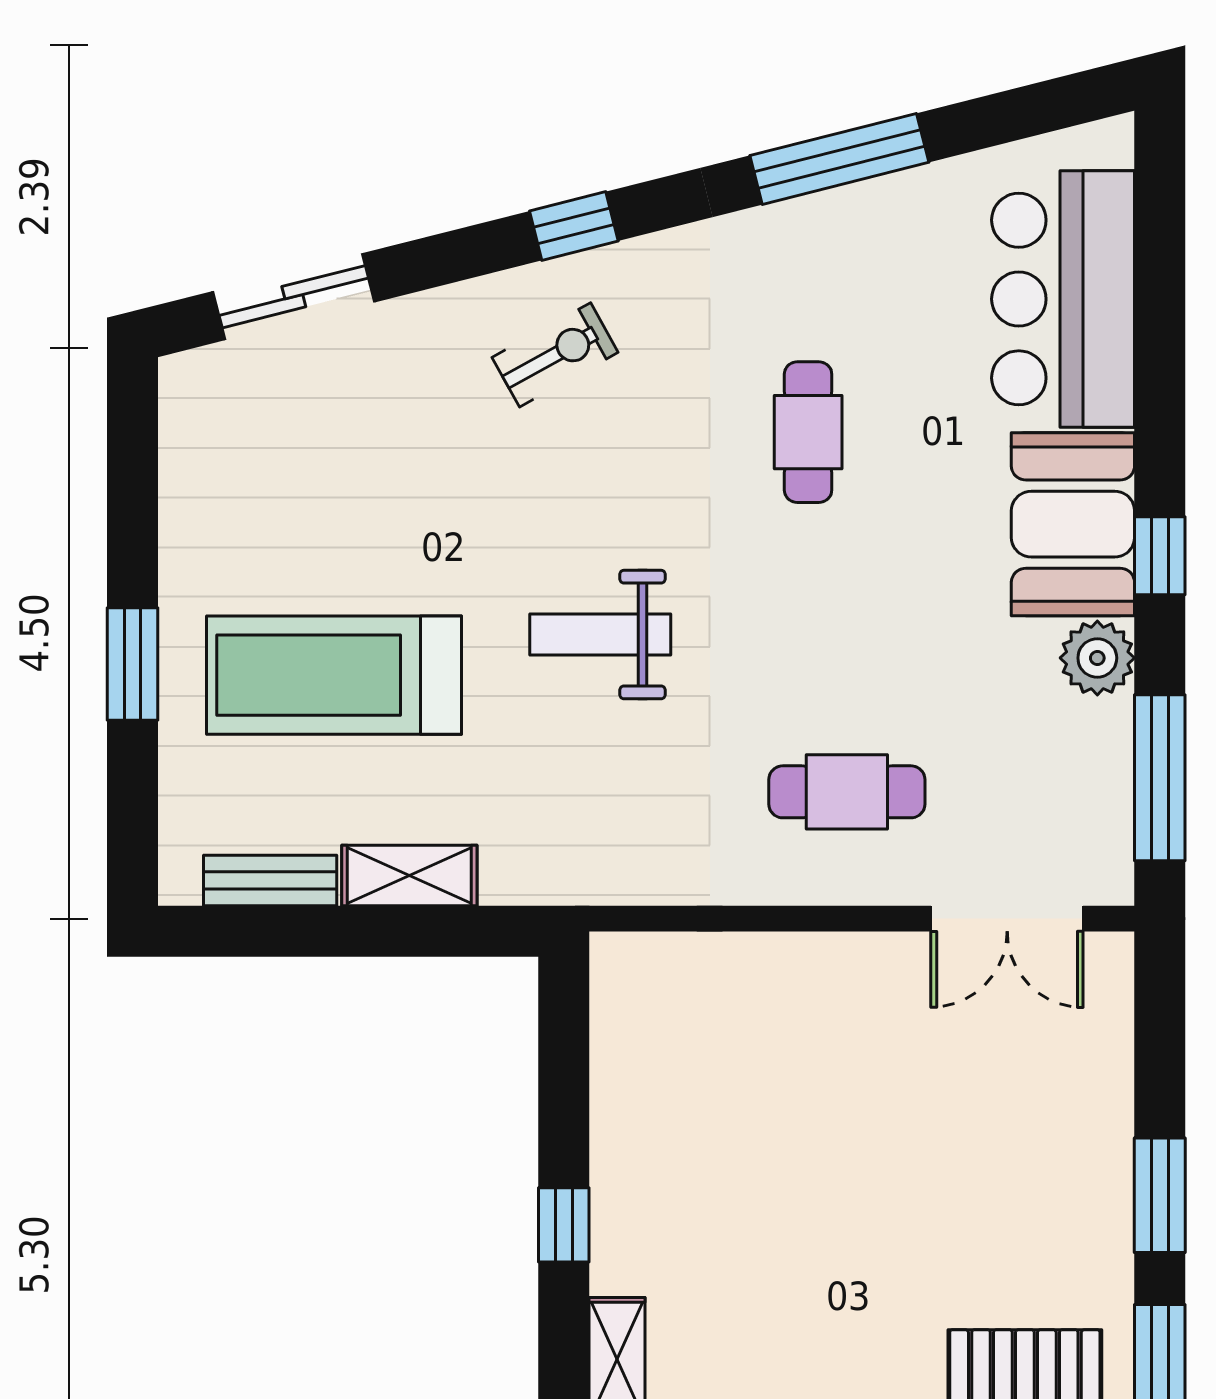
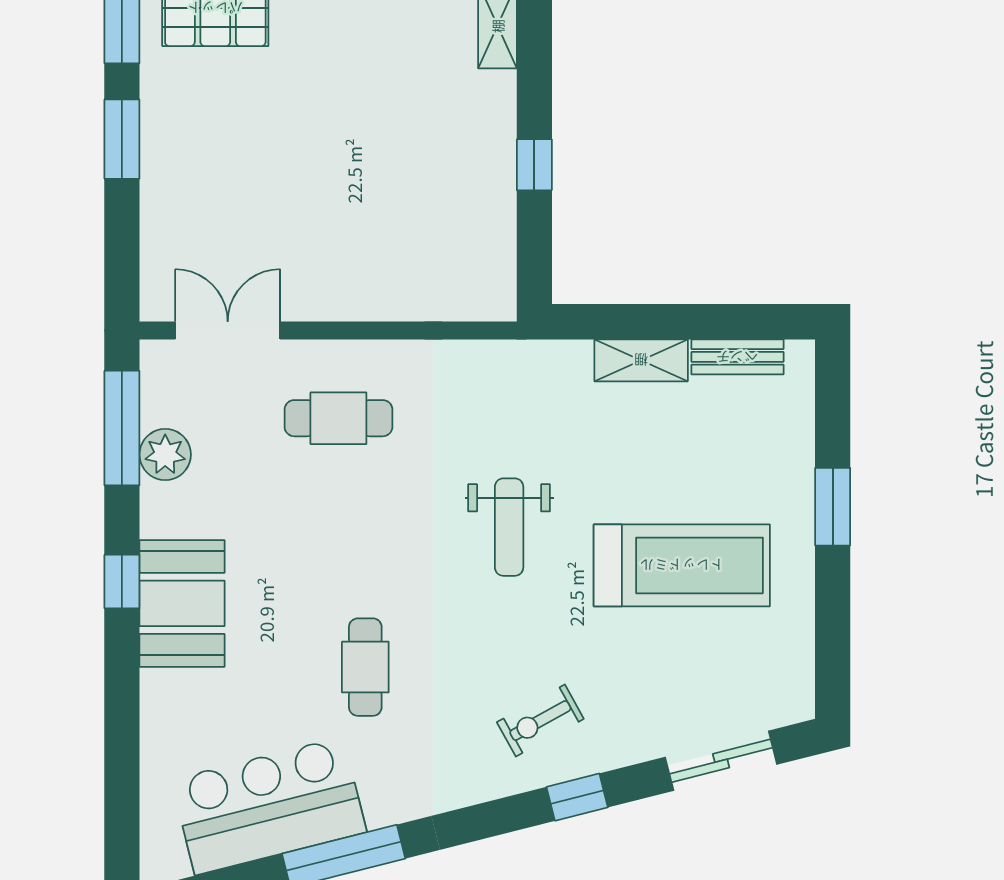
window: (574, 226) -> (577, 797), moved
bar counter: (1063, 299) -> (269, 806), moved, turned -104
weight bench: (600, 635) -> (509, 527), turned 90
plant: (1097, 658) -> (165, 455), moved
treadmill: (334, 675) -> (682, 565), moved
window: (564, 1225) -> (534, 165), moved

